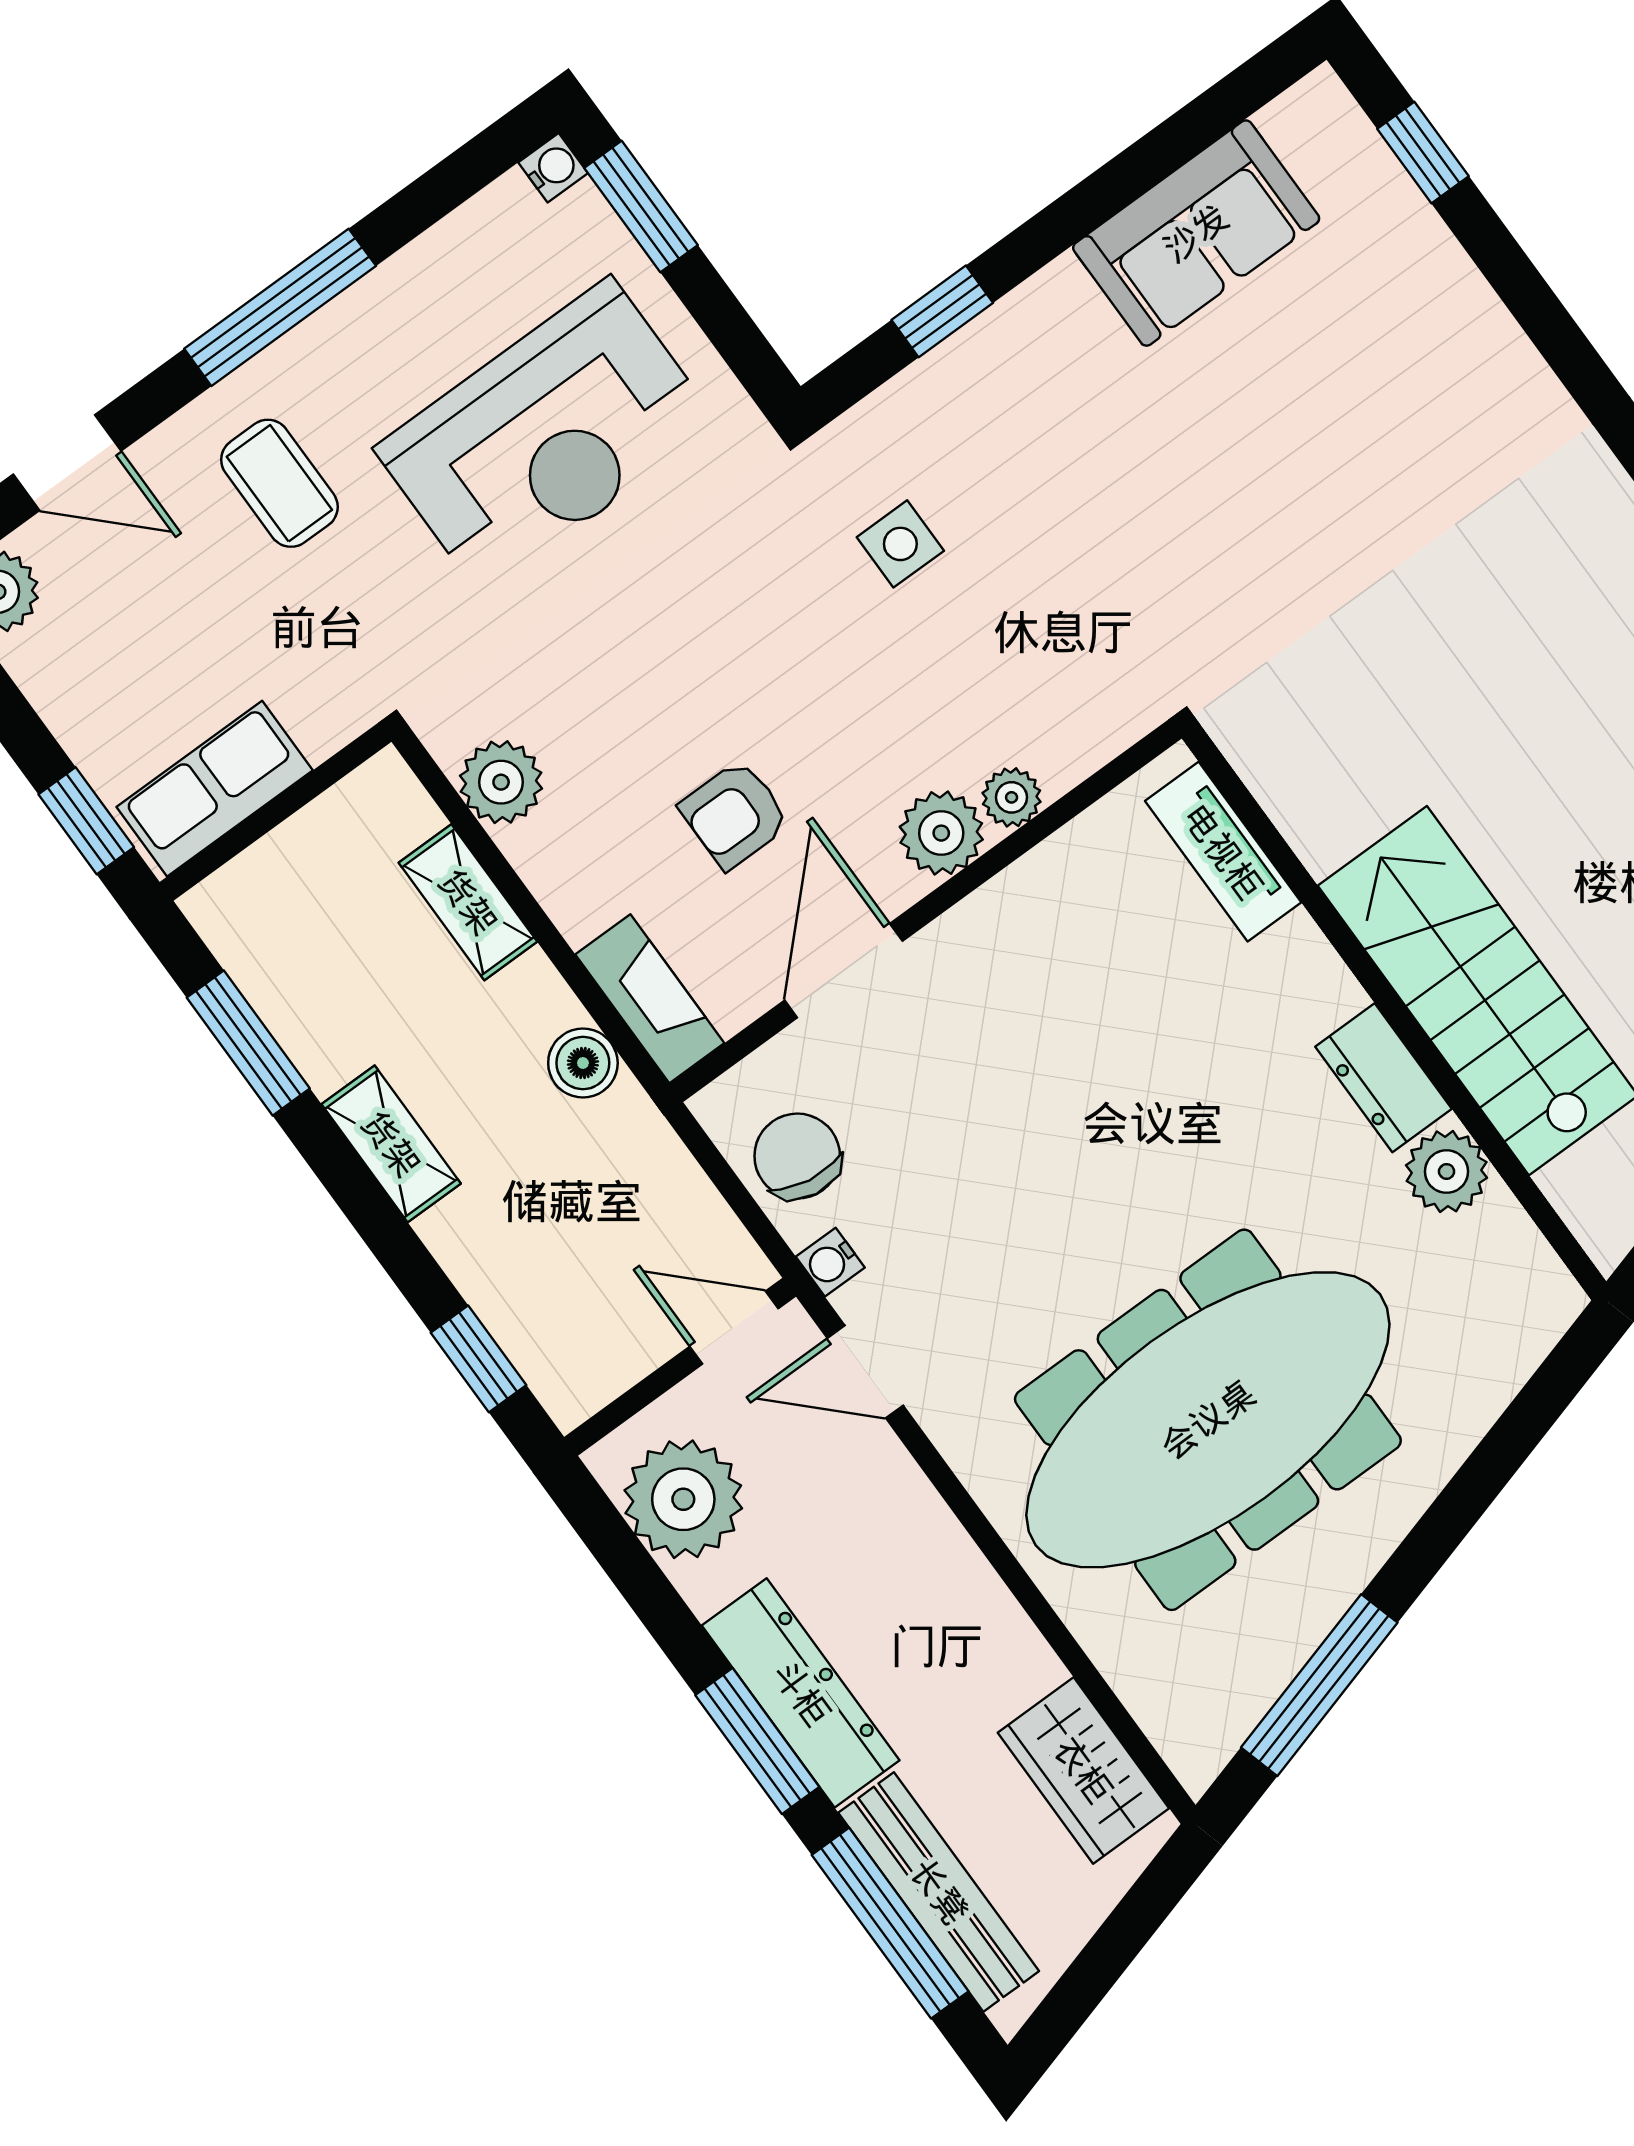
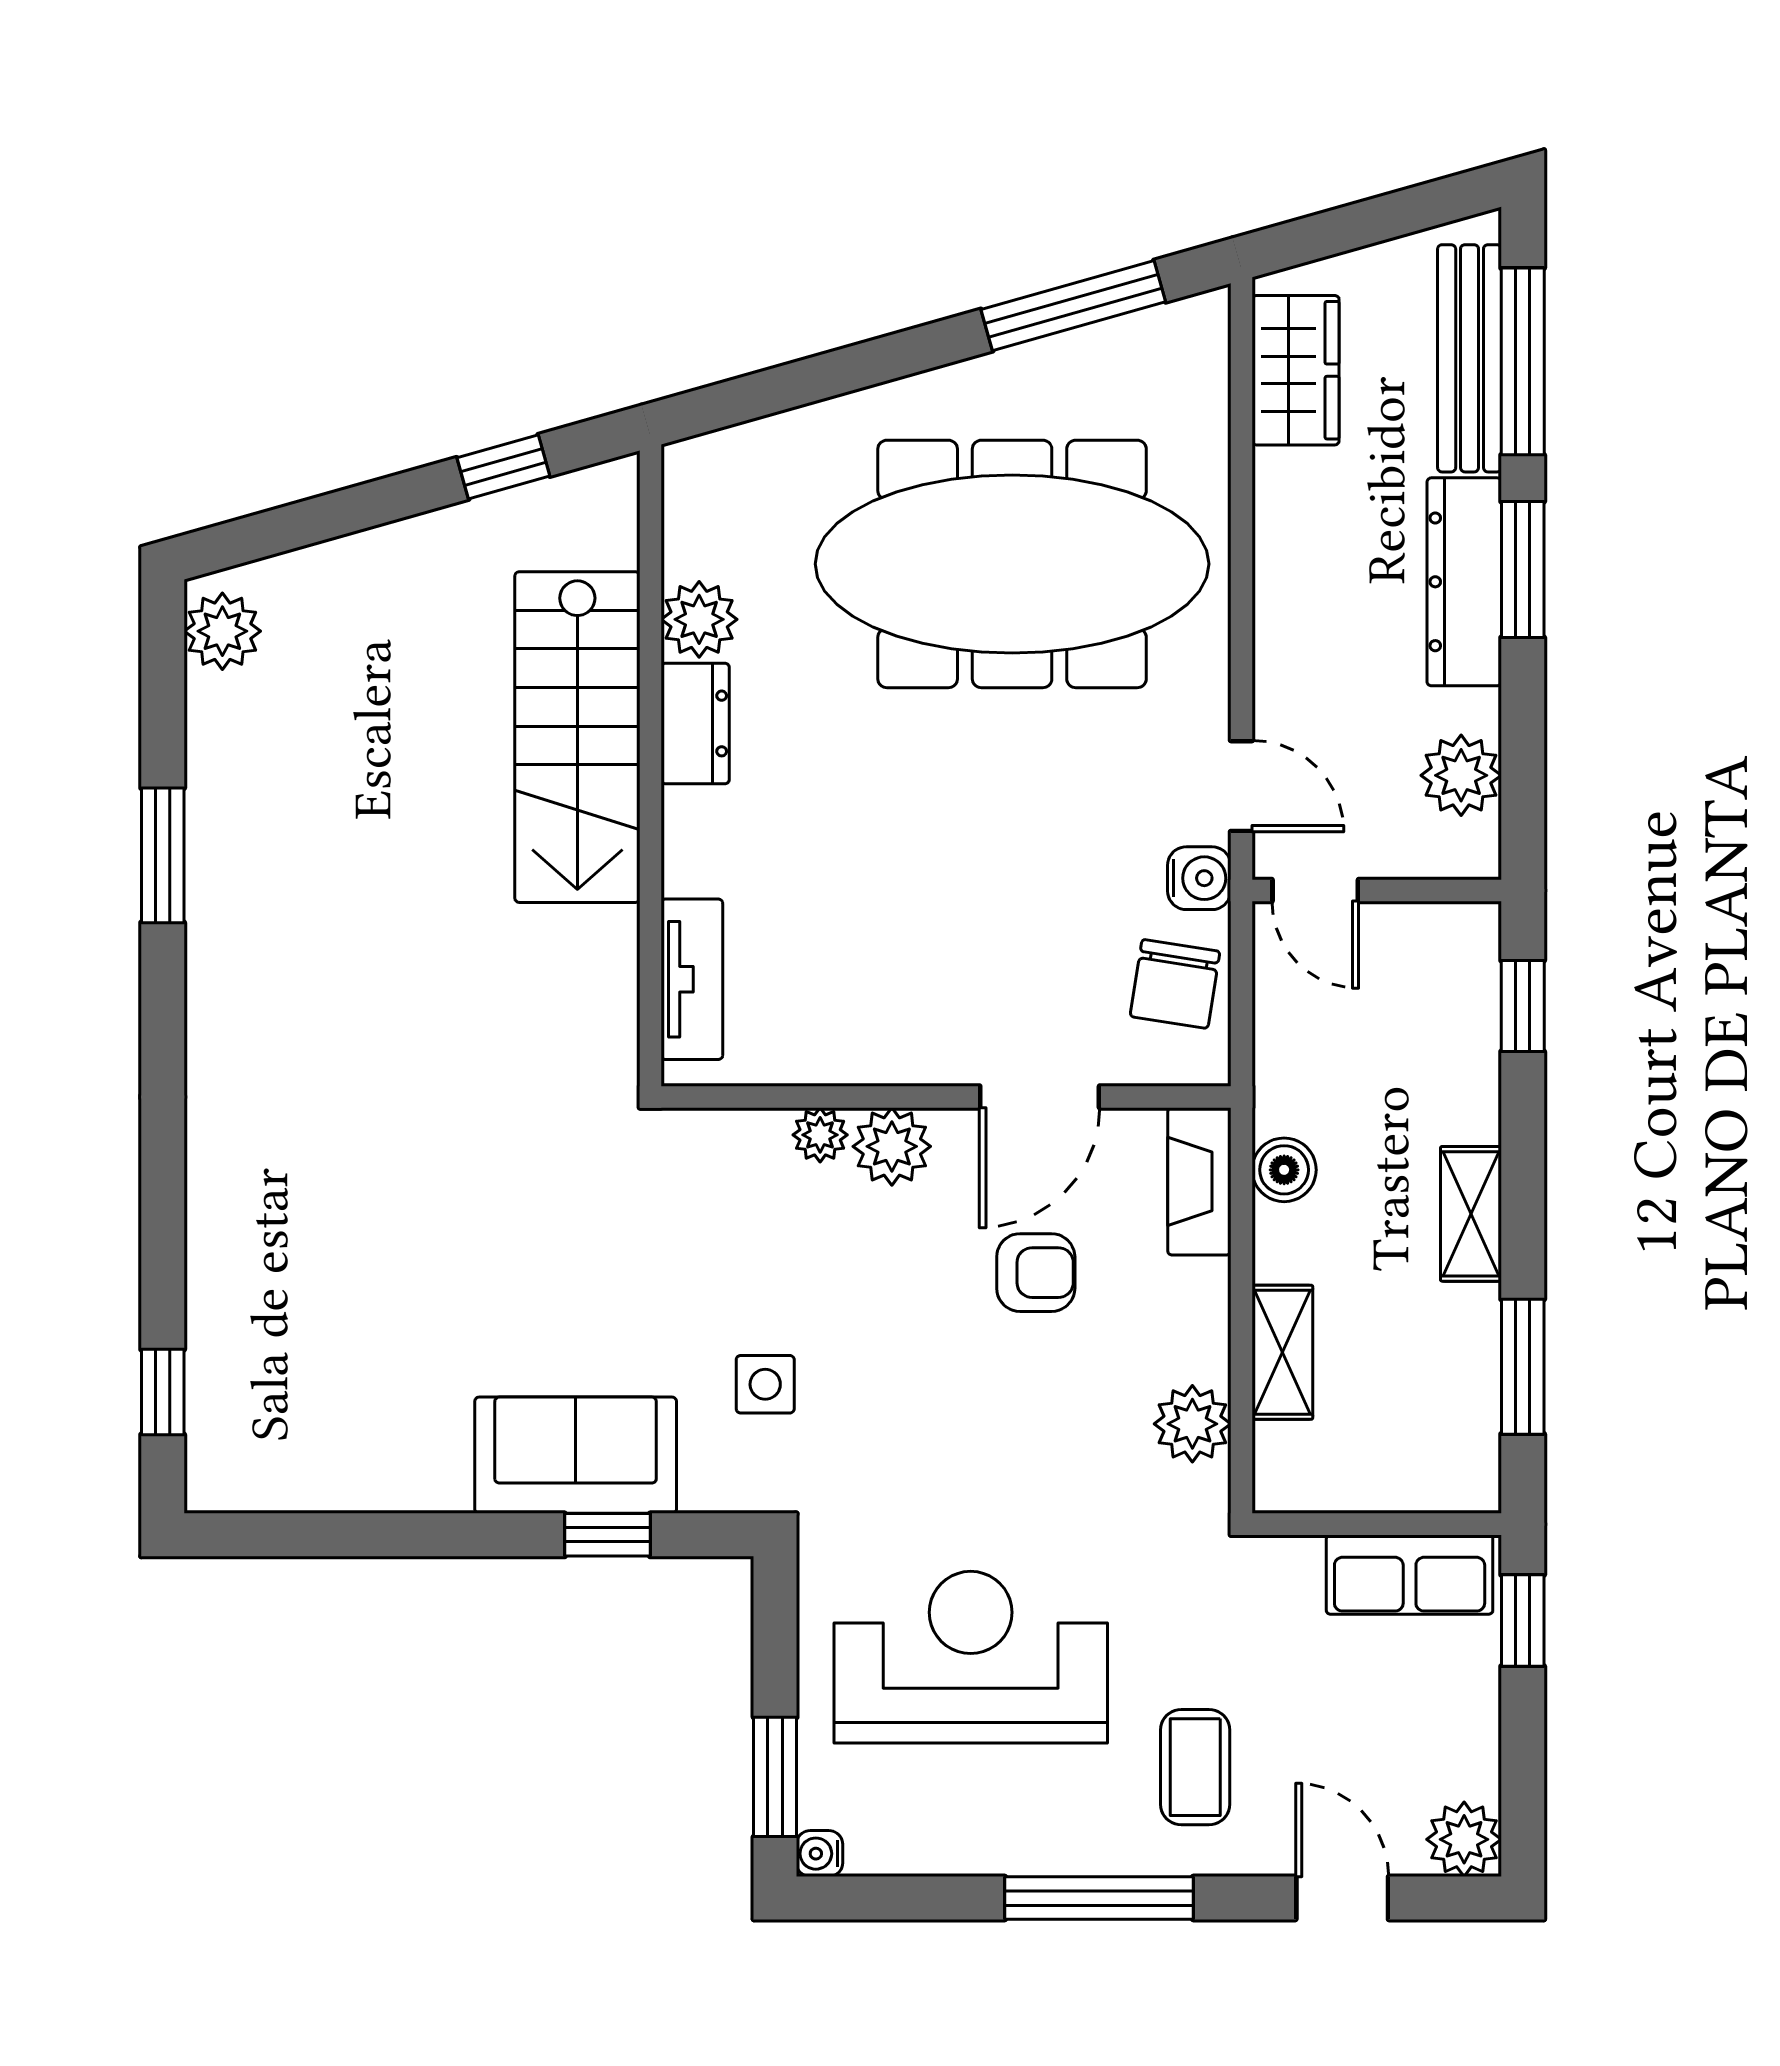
sofa: (1196, 233) -> (576, 1455), moved
water cooler: (830, 1262) -> (1199, 878), width x1.38, depth x1.38
plant: (683, 1499) -> (1461, 775), width x0.73, depth x0.73

